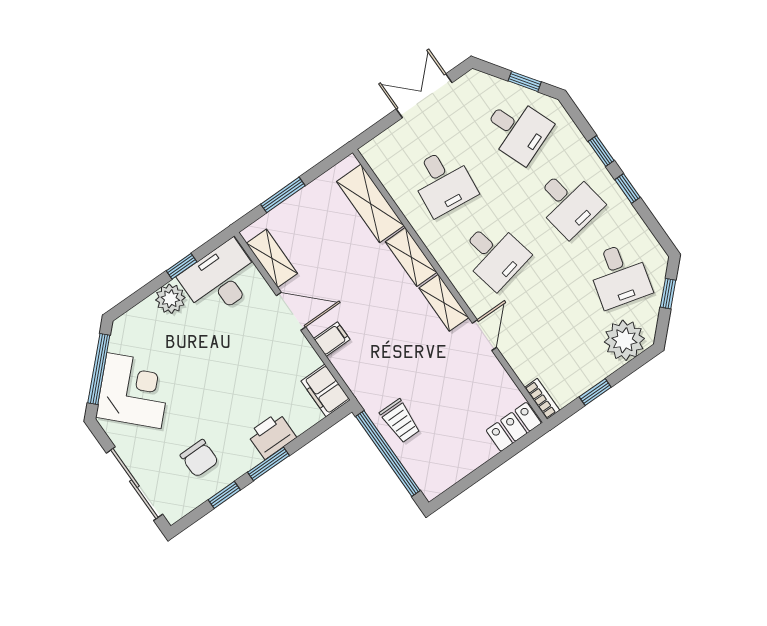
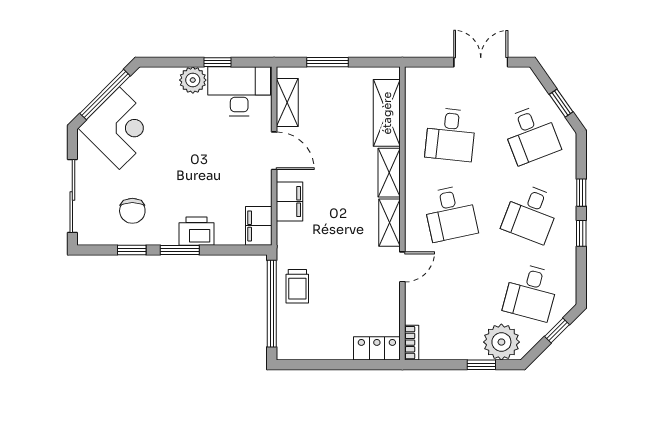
desk: (568, 203) -> (531, 213), turned 30
filing cabinet: (332, 339) -> (289, 202), width x2.00
window: (595, 392) -> (481, 365), moved

